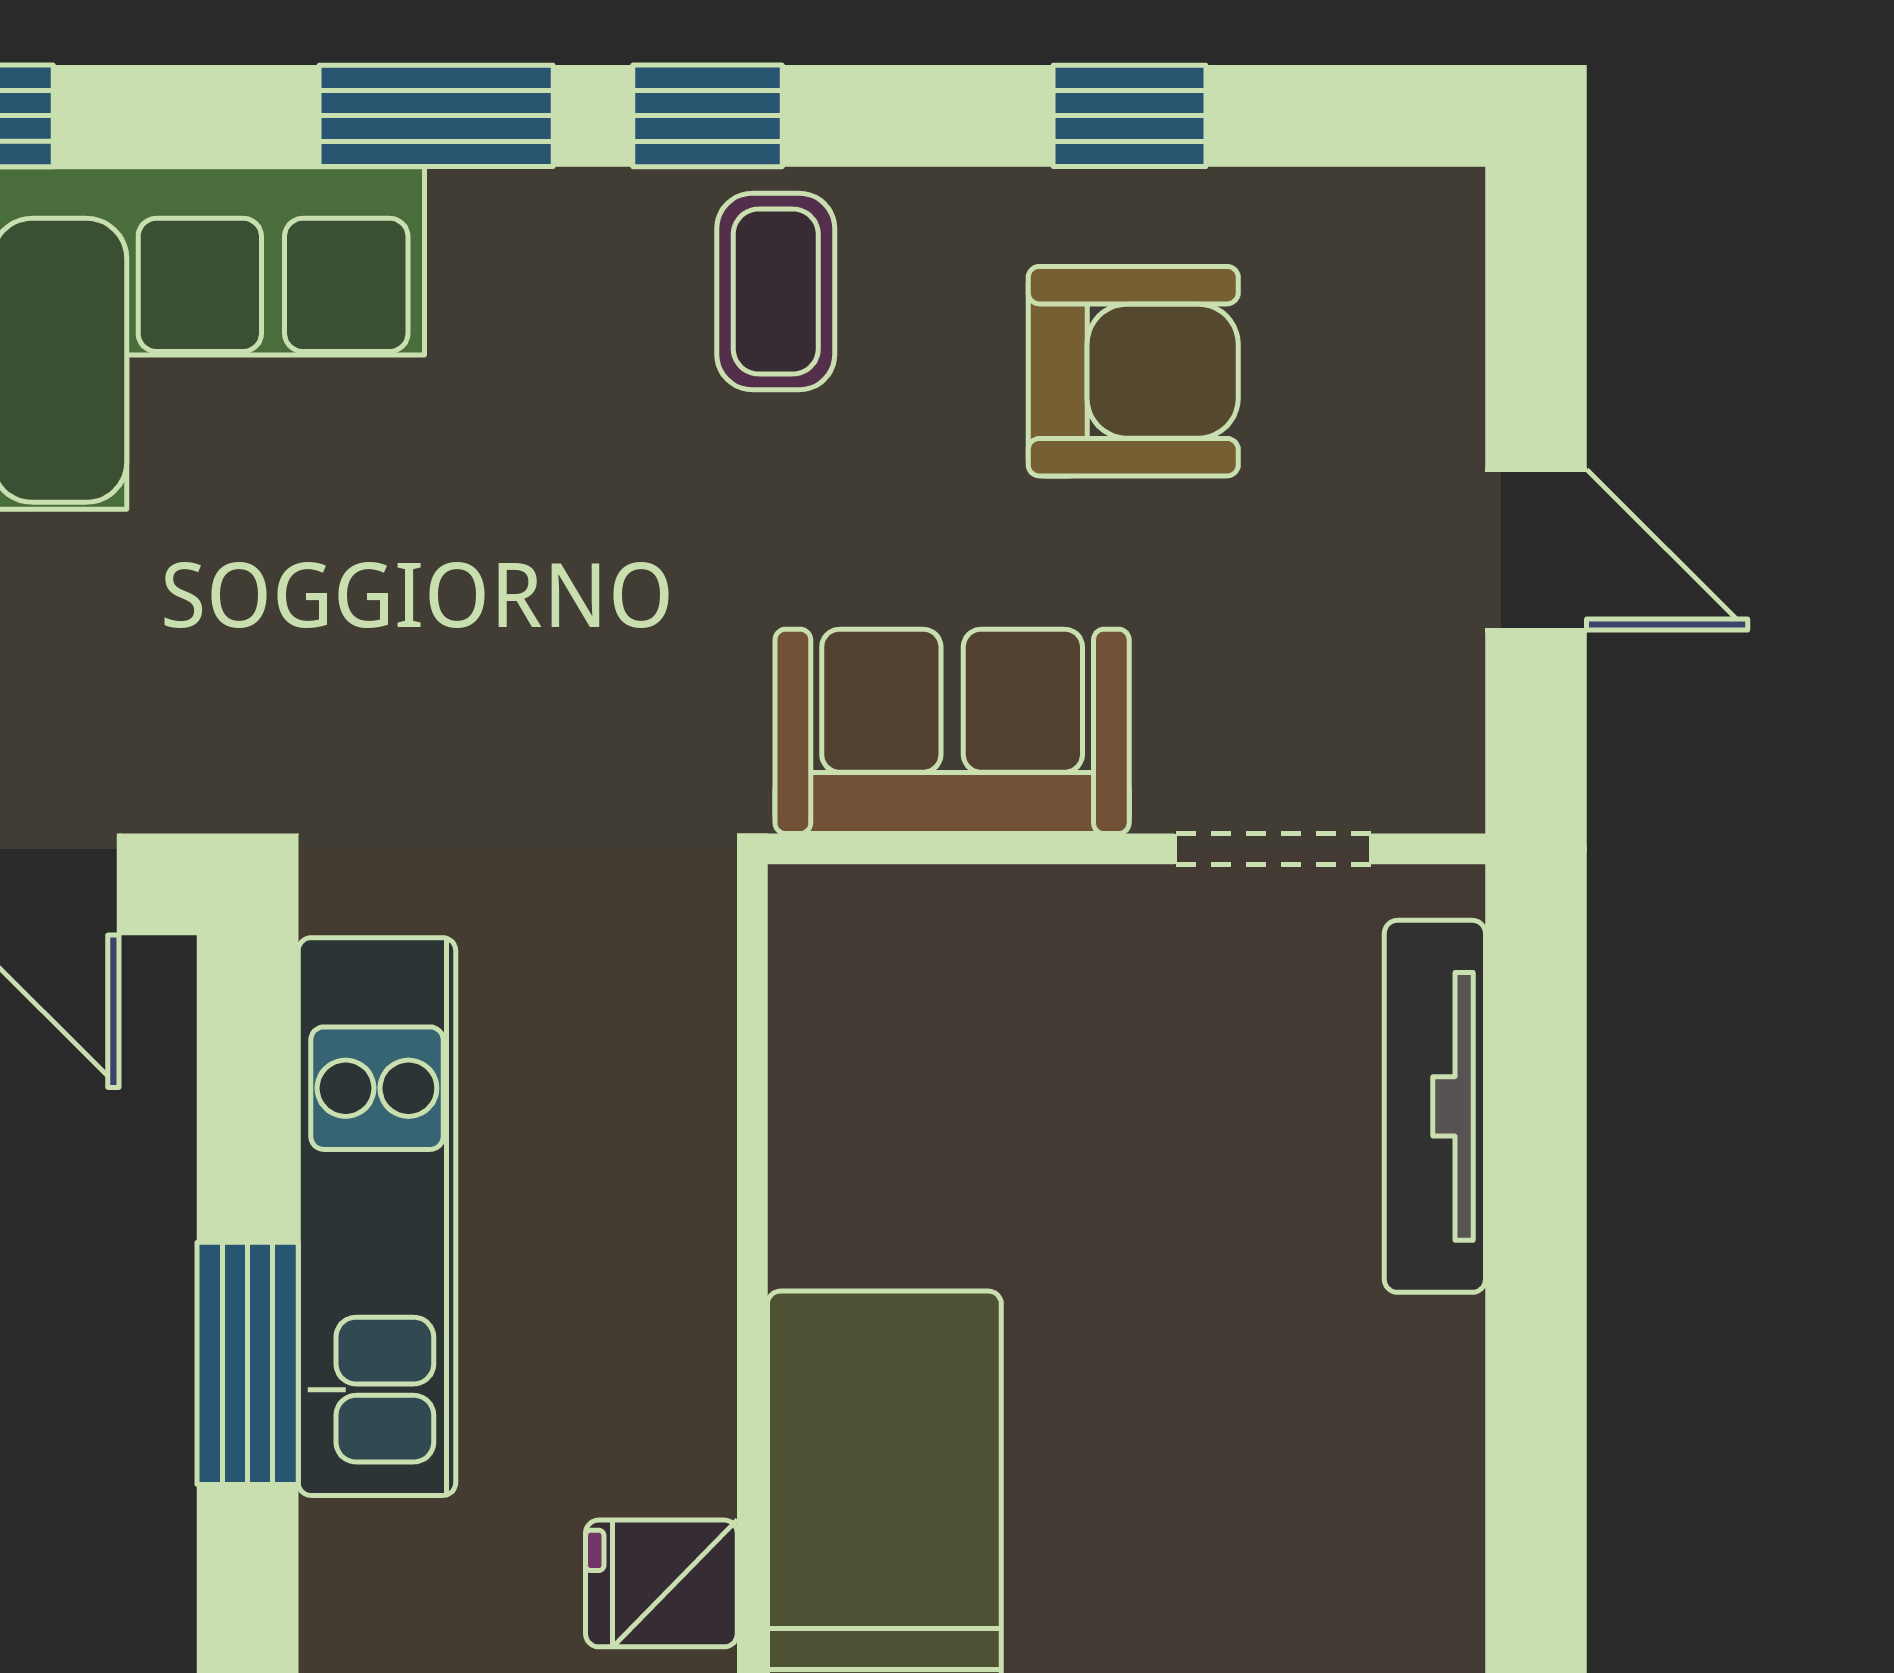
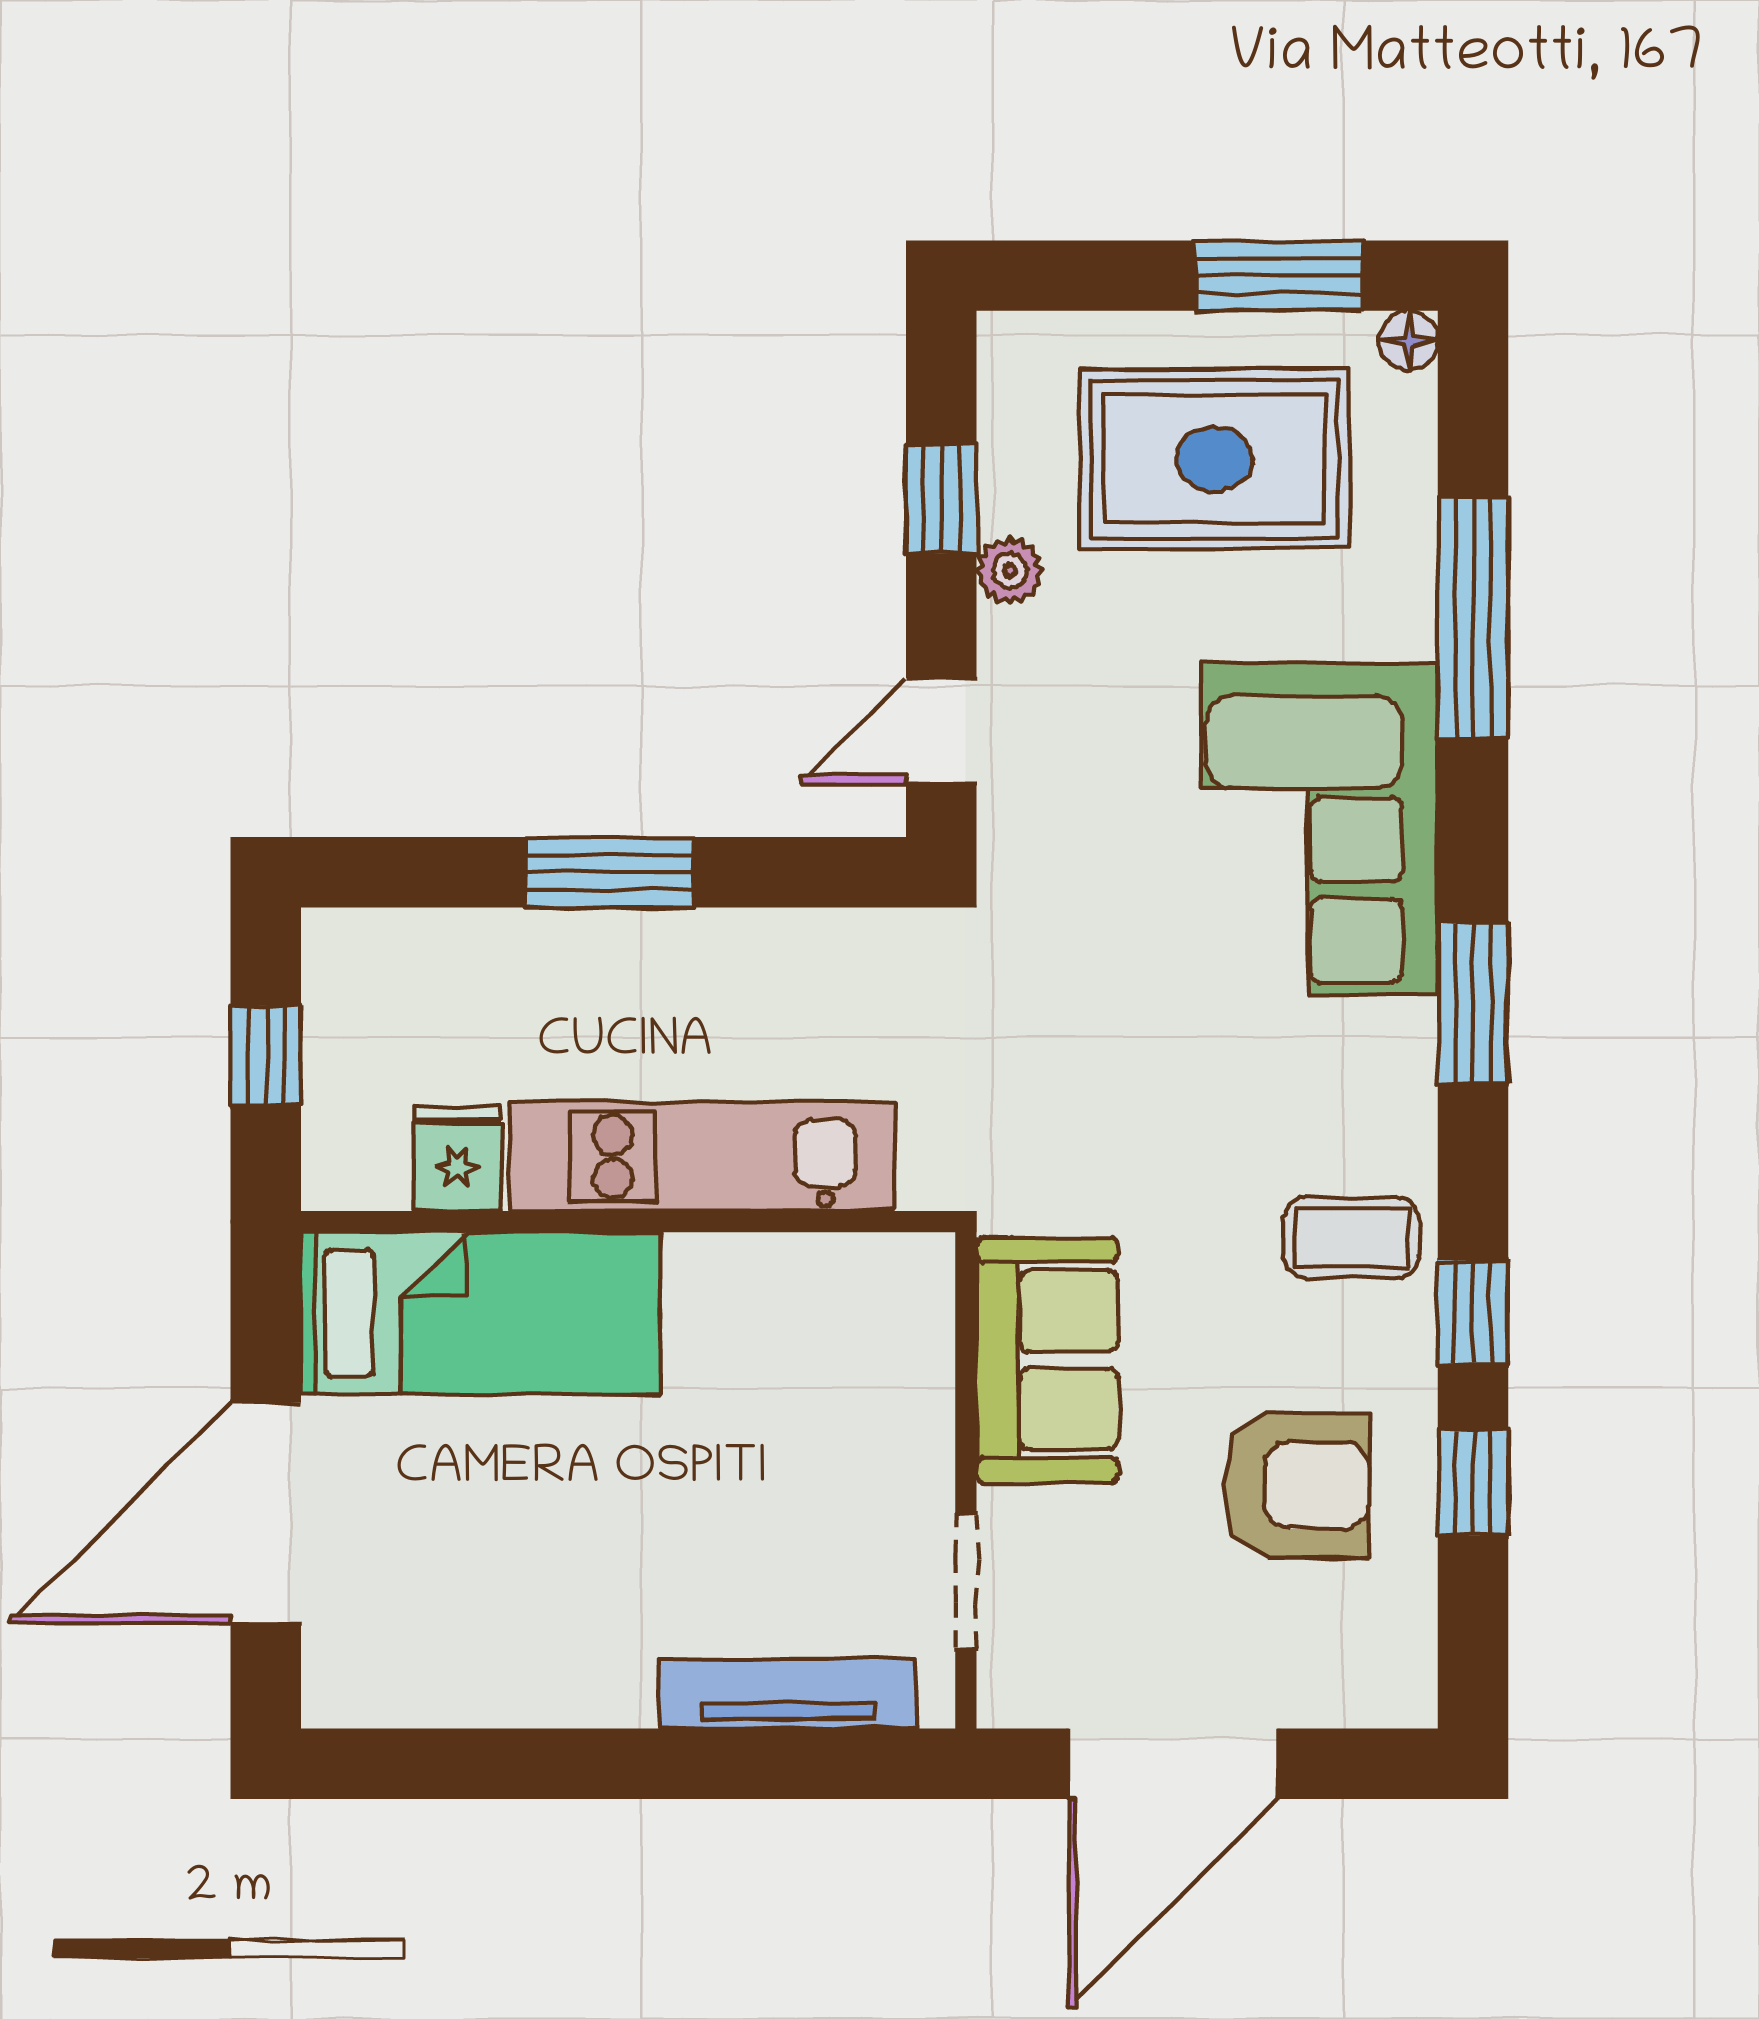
window: (708, 116) -> (1473, 1312), moved
armchair: (1133, 371) -> (1296, 1485), turned -90
door: (1536, 550) -> (1173, 1764), width x1.87
kitchen unit: (377, 1217) -> (702, 1157), moved, turned 180

